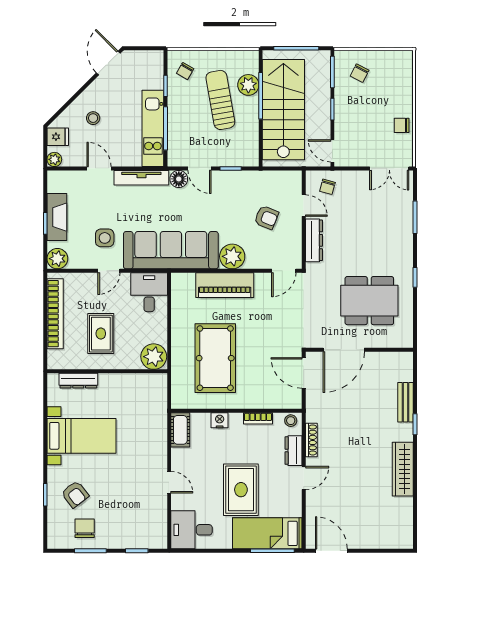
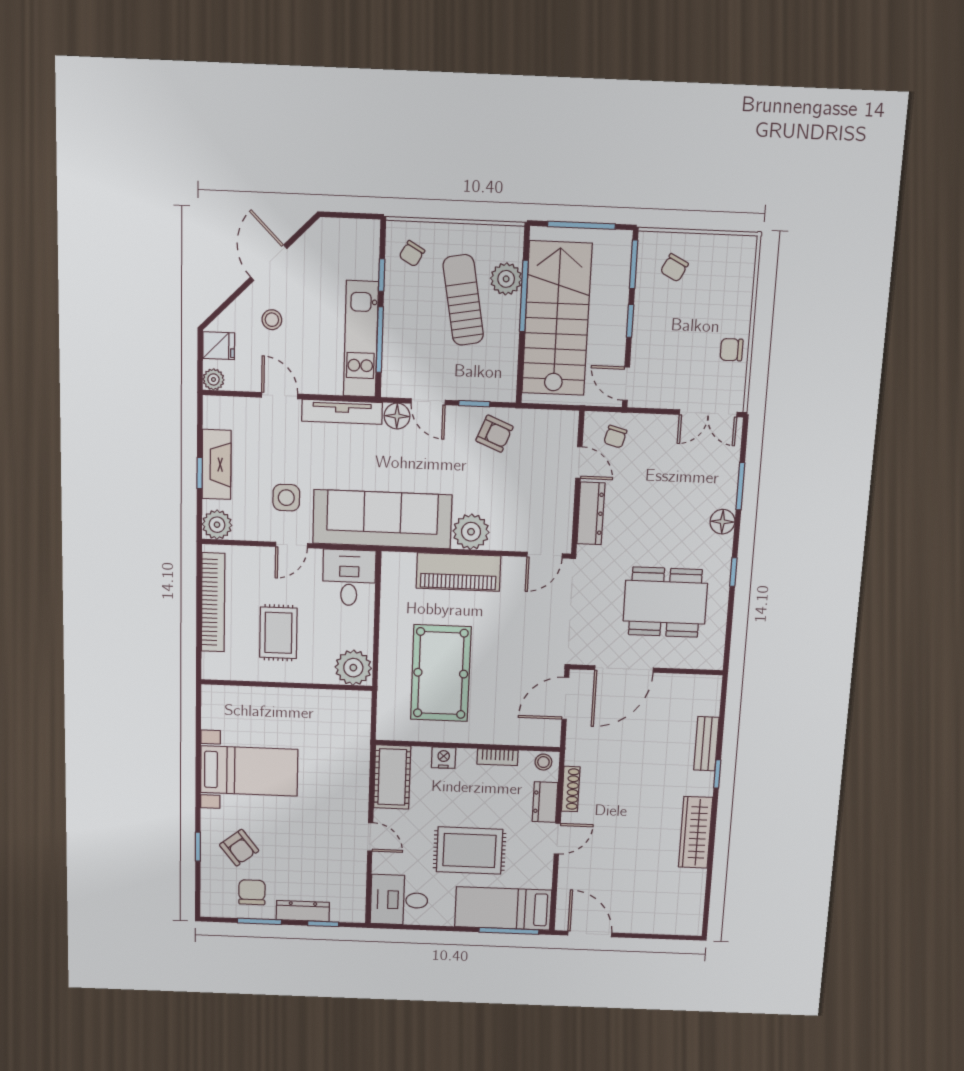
door: (108, 63) -> (269, 263), moved
armchair: (266, 217) -> (494, 434), moved
floor lamp: (405, 242) -> (722, 522), added
door: (304, 373) -> (565, 698), hinge flipped
dresser: (78, 381) -> (303, 911), moved, turned 180
cot: (180, 430) -> (392, 777), width x1.37, depth x1.34
rug: (241, 490) -> (469, 851), turned 90

